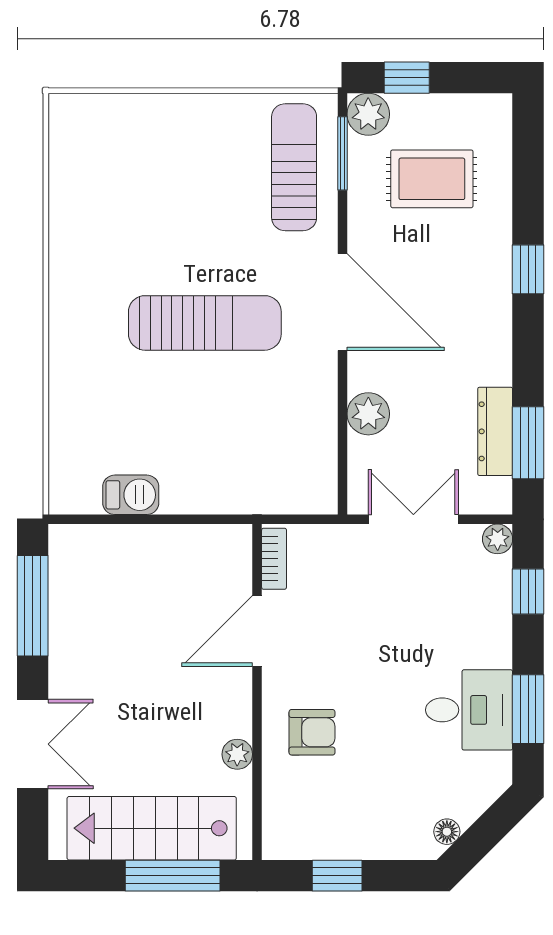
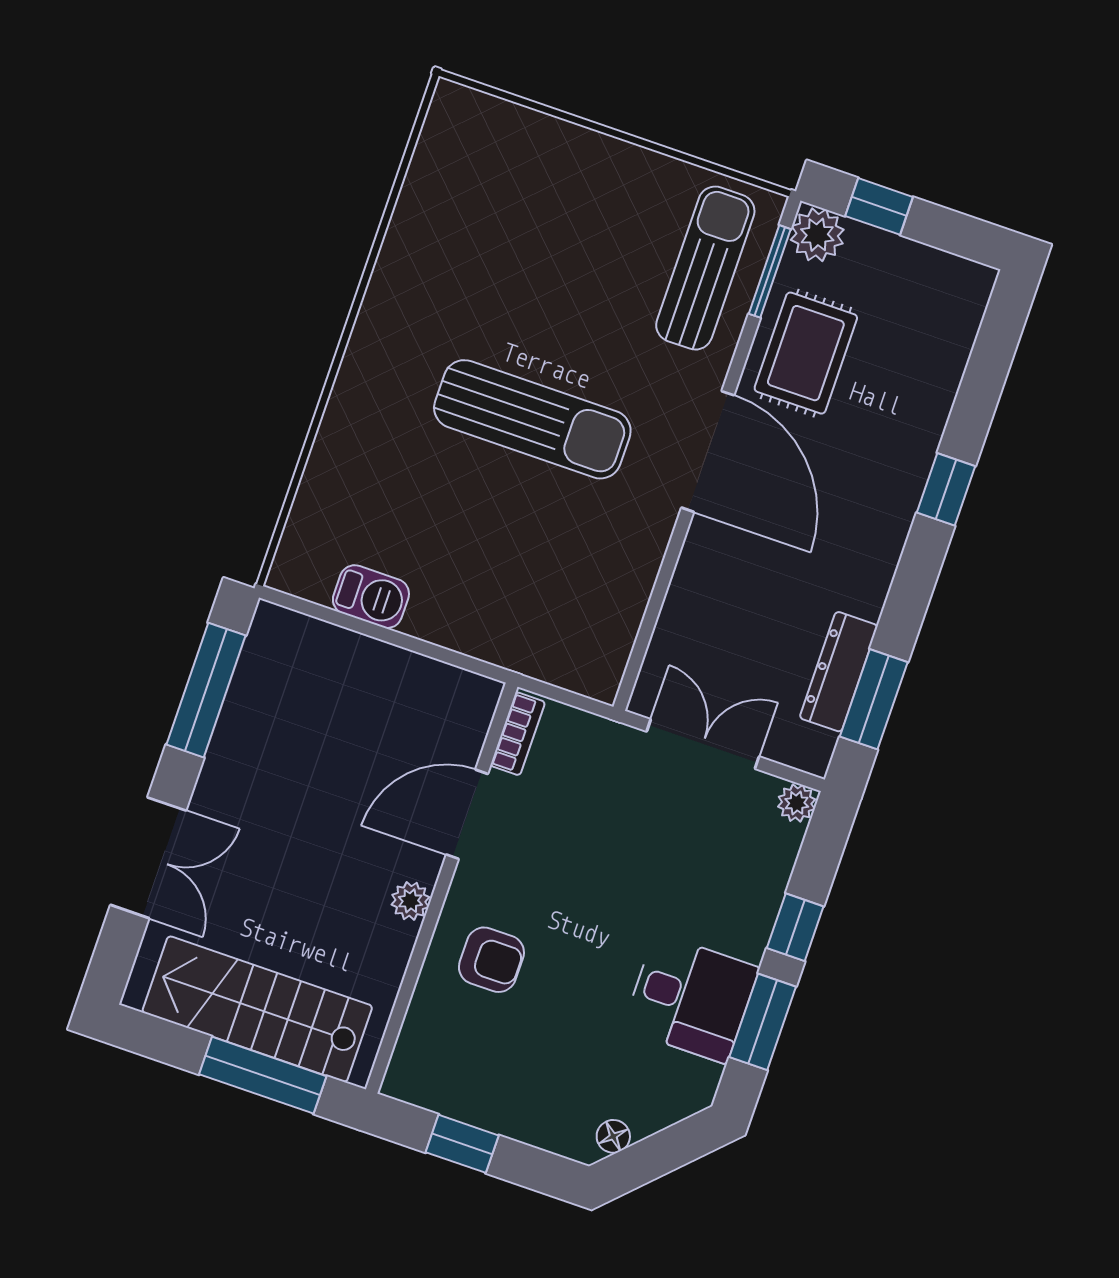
rug: (432, 179) -> (806, 353), moved, turned 90
plant: (368, 414) -> (692, 598), removed
window: (528, 591) -> (795, 927), moved
plant: (237, 754) -> (410, 901), moved

